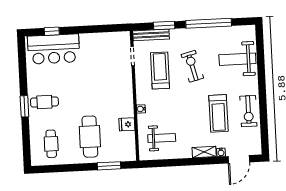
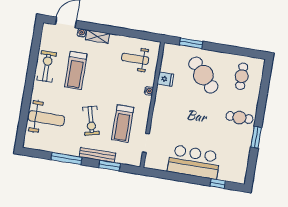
window: (209, 23) -> (66, 158), width x0.68
bench: (151, 35) -> (97, 155), moved
bar counter: (54, 49) -> (194, 162), moved
window: (24, 106) -> (256, 137), moved
treadmill: (218, 113) -> (76, 70), turned 180
cafe table: (90, 137) -> (203, 75), turned -43

